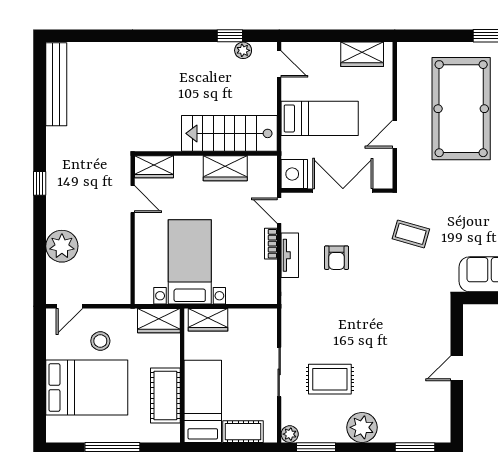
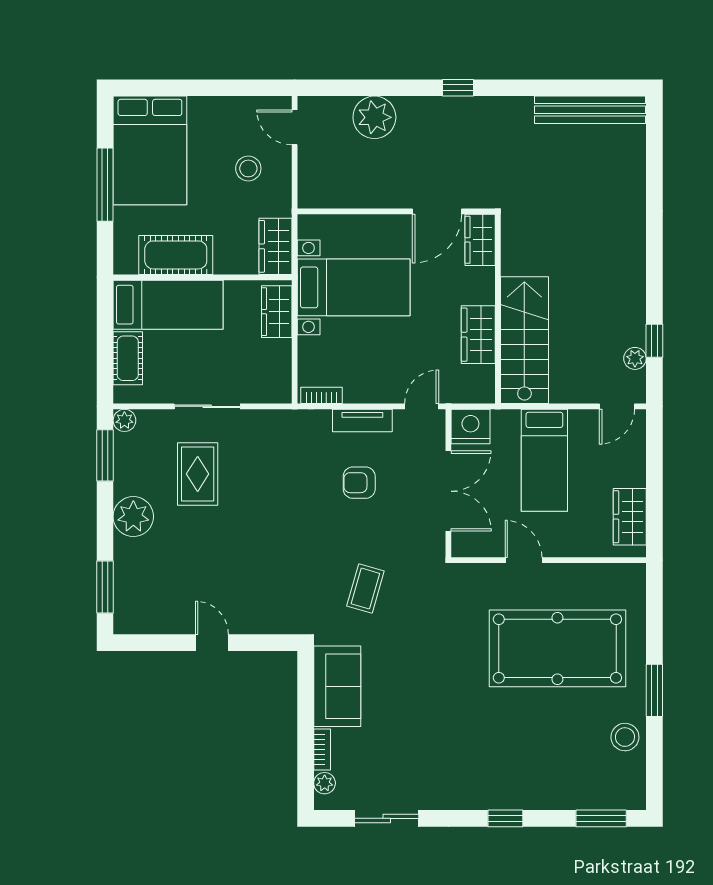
door: (133, 199) -> (437, 211), width x1.38
coffee table: (411, 234) -> (365, 589), moved
bookcase: (271, 244) -> (321, 395), moved
bed: (87, 387) -> (150, 150), moved

